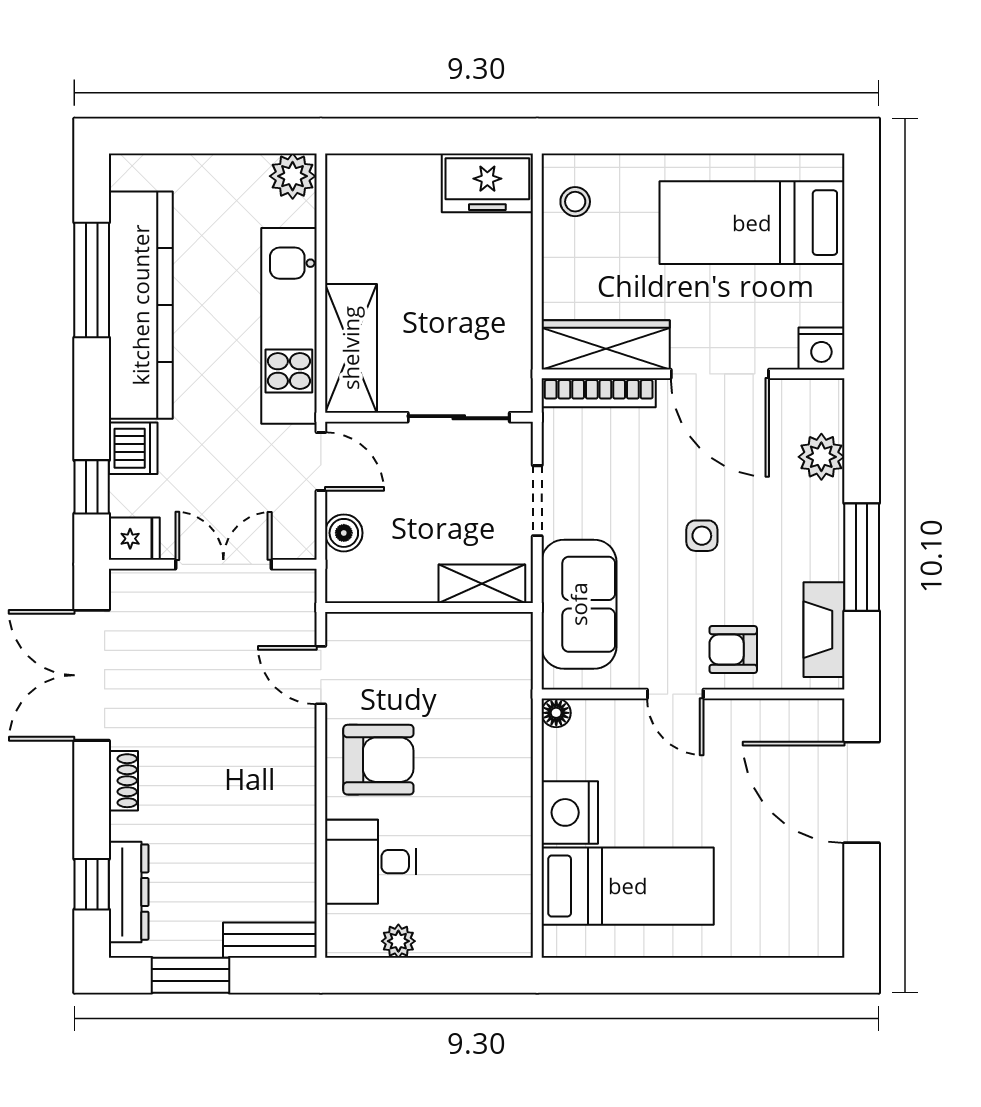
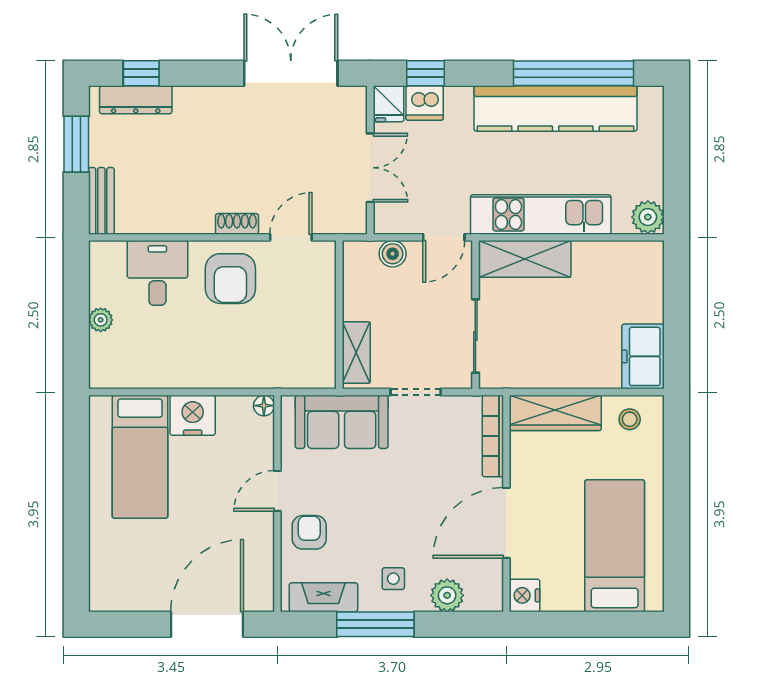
window: (92, 280) -> (573, 73), width x1.46
wardrobe: (606, 345) -> (555, 413), moved, turned 90
dishwasher: (133, 448) -> (425, 103), moved
side table: (702, 536) -> (393, 579), moved
shoe rack: (123, 781) -> (237, 224), moved, turned 180
plant: (398, 941) -> (101, 320), moved

